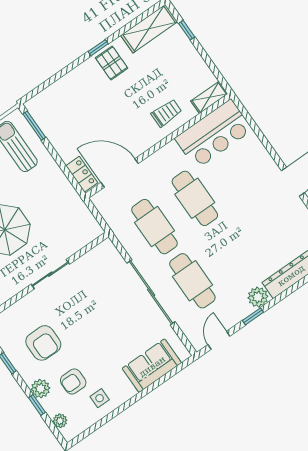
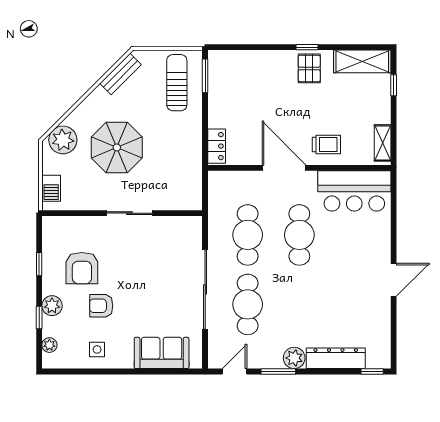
shelving: (209, 97) -> (383, 143), moved, turned 90
door: (120, 173) -> (284, 168), moved
window: (253, 316) -> (278, 372), width x1.50
armchair: (73, 381) -> (101, 306), moved

